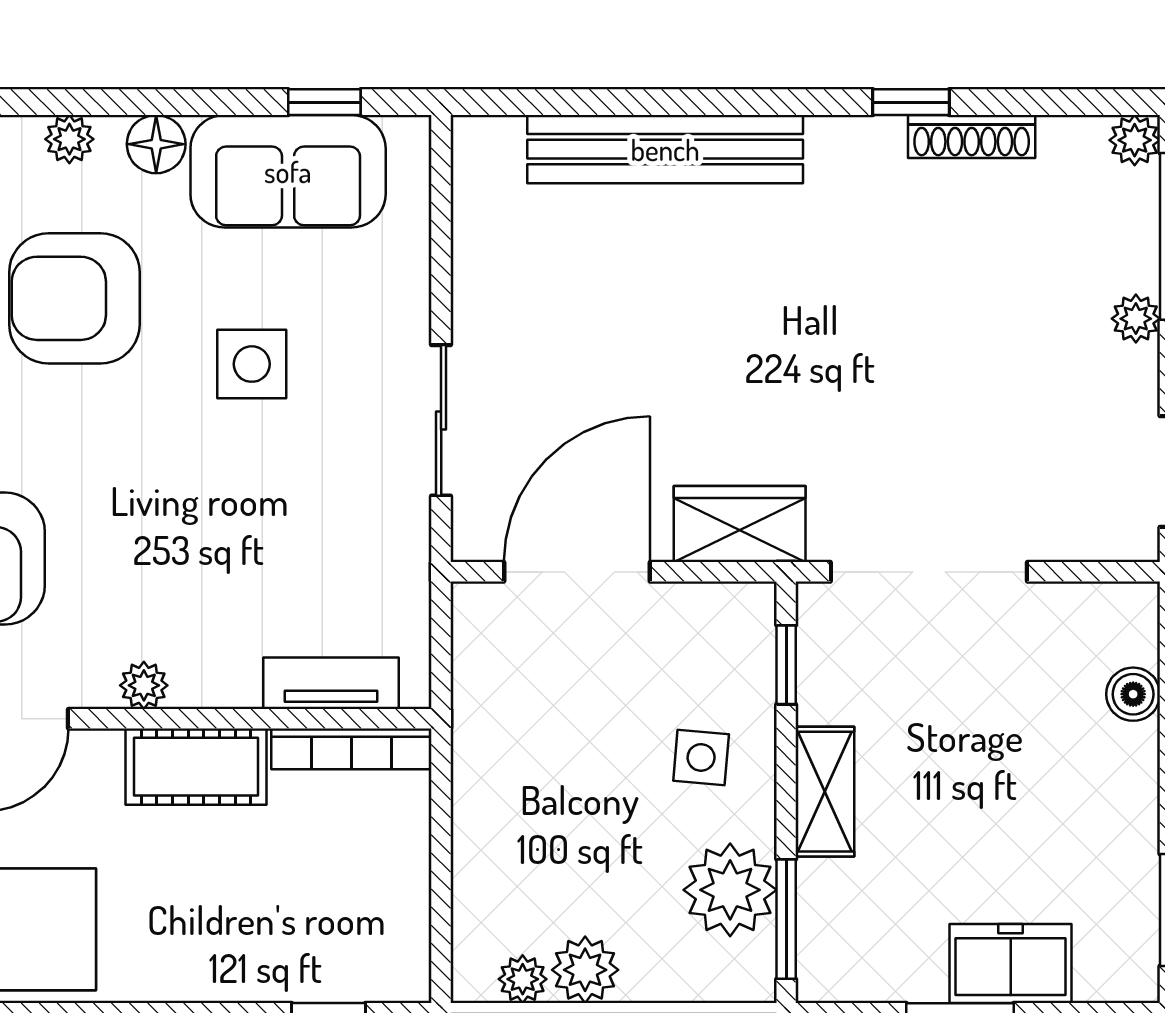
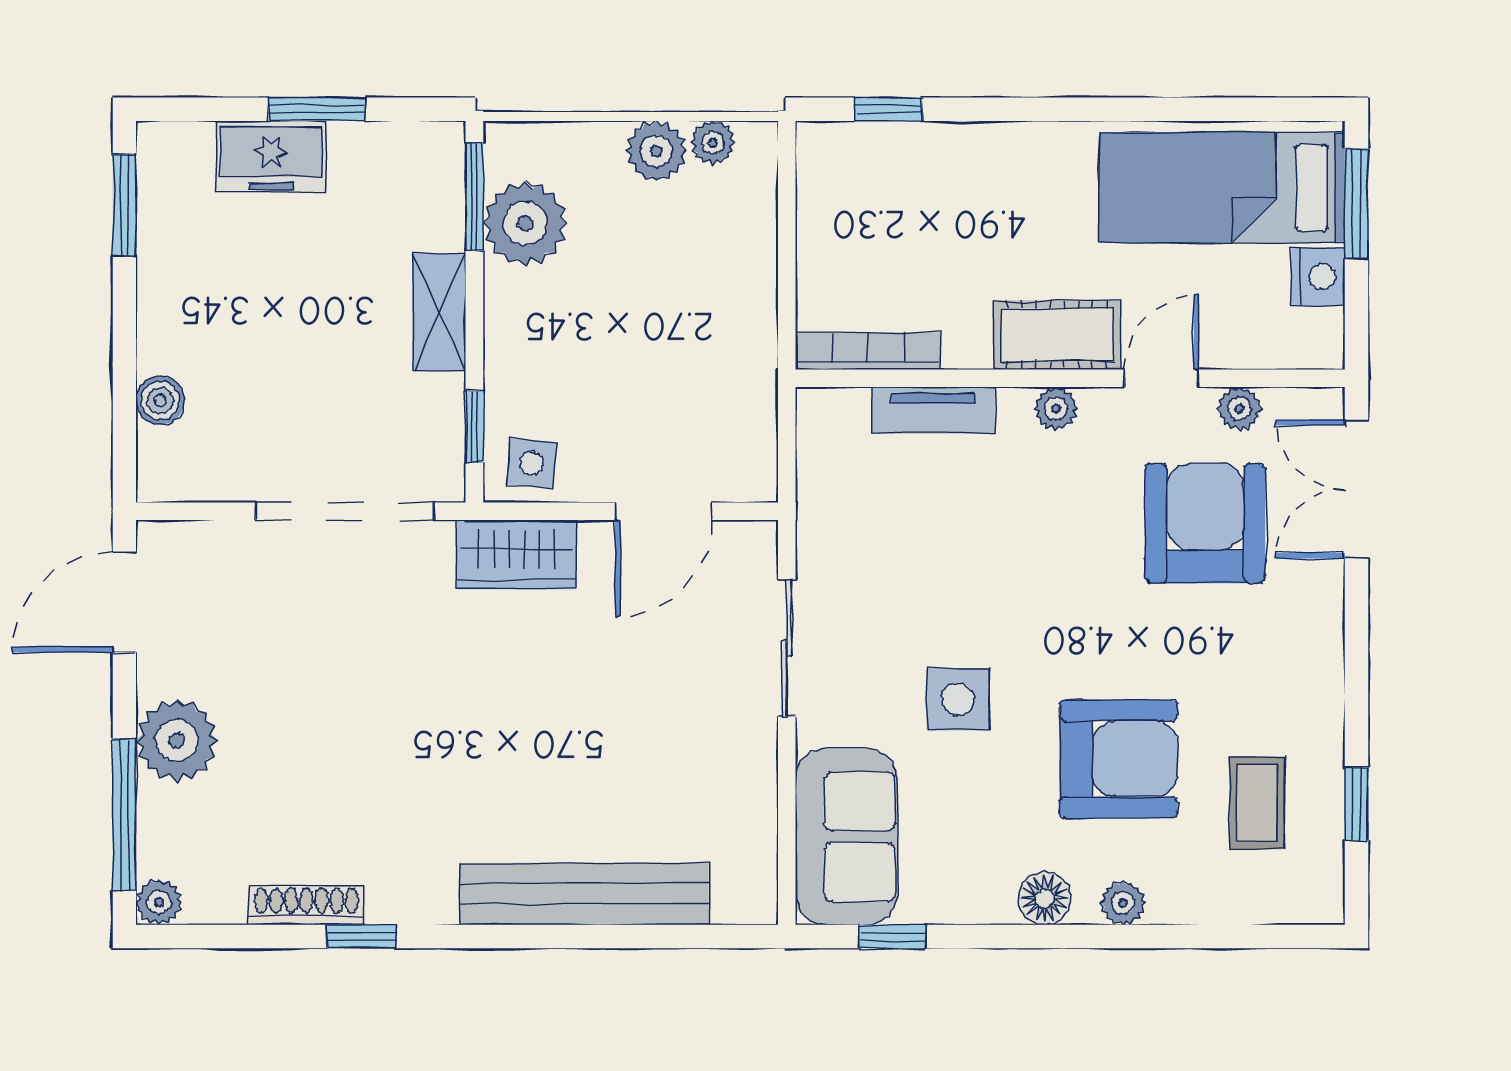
sofa: (288, 171) -> (846, 837), moved, turned 90
plant: (1136, 319) -> (177, 741), width x1.87, depth x1.87
door: (577, 572) -> (664, 511), width x0.73
tv unit: (331, 683) -> (933, 410), moved
side table: (701, 757) -> (532, 463), moved
cot: (196, 767) -> (1057, 335), moved

